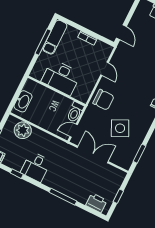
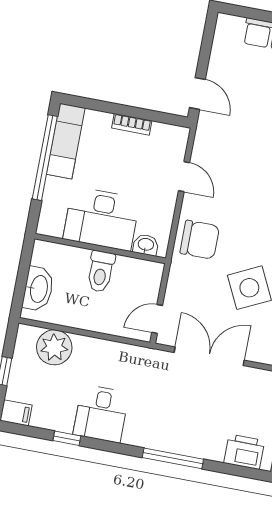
window: (43, 42) -> (45, 158), width x1.46
washbasin: (78, 95) -> (146, 245), added
toilet: (75, 112) -> (101, 271), moved

